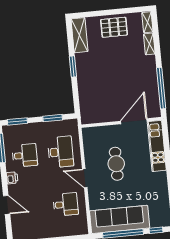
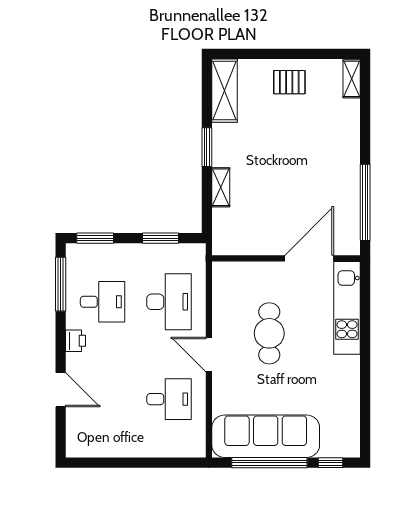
pallet: (114, 27) -> (289, 82), width x0.67, depth x0.71
shelving: (149, 44) -> (221, 187), moved

